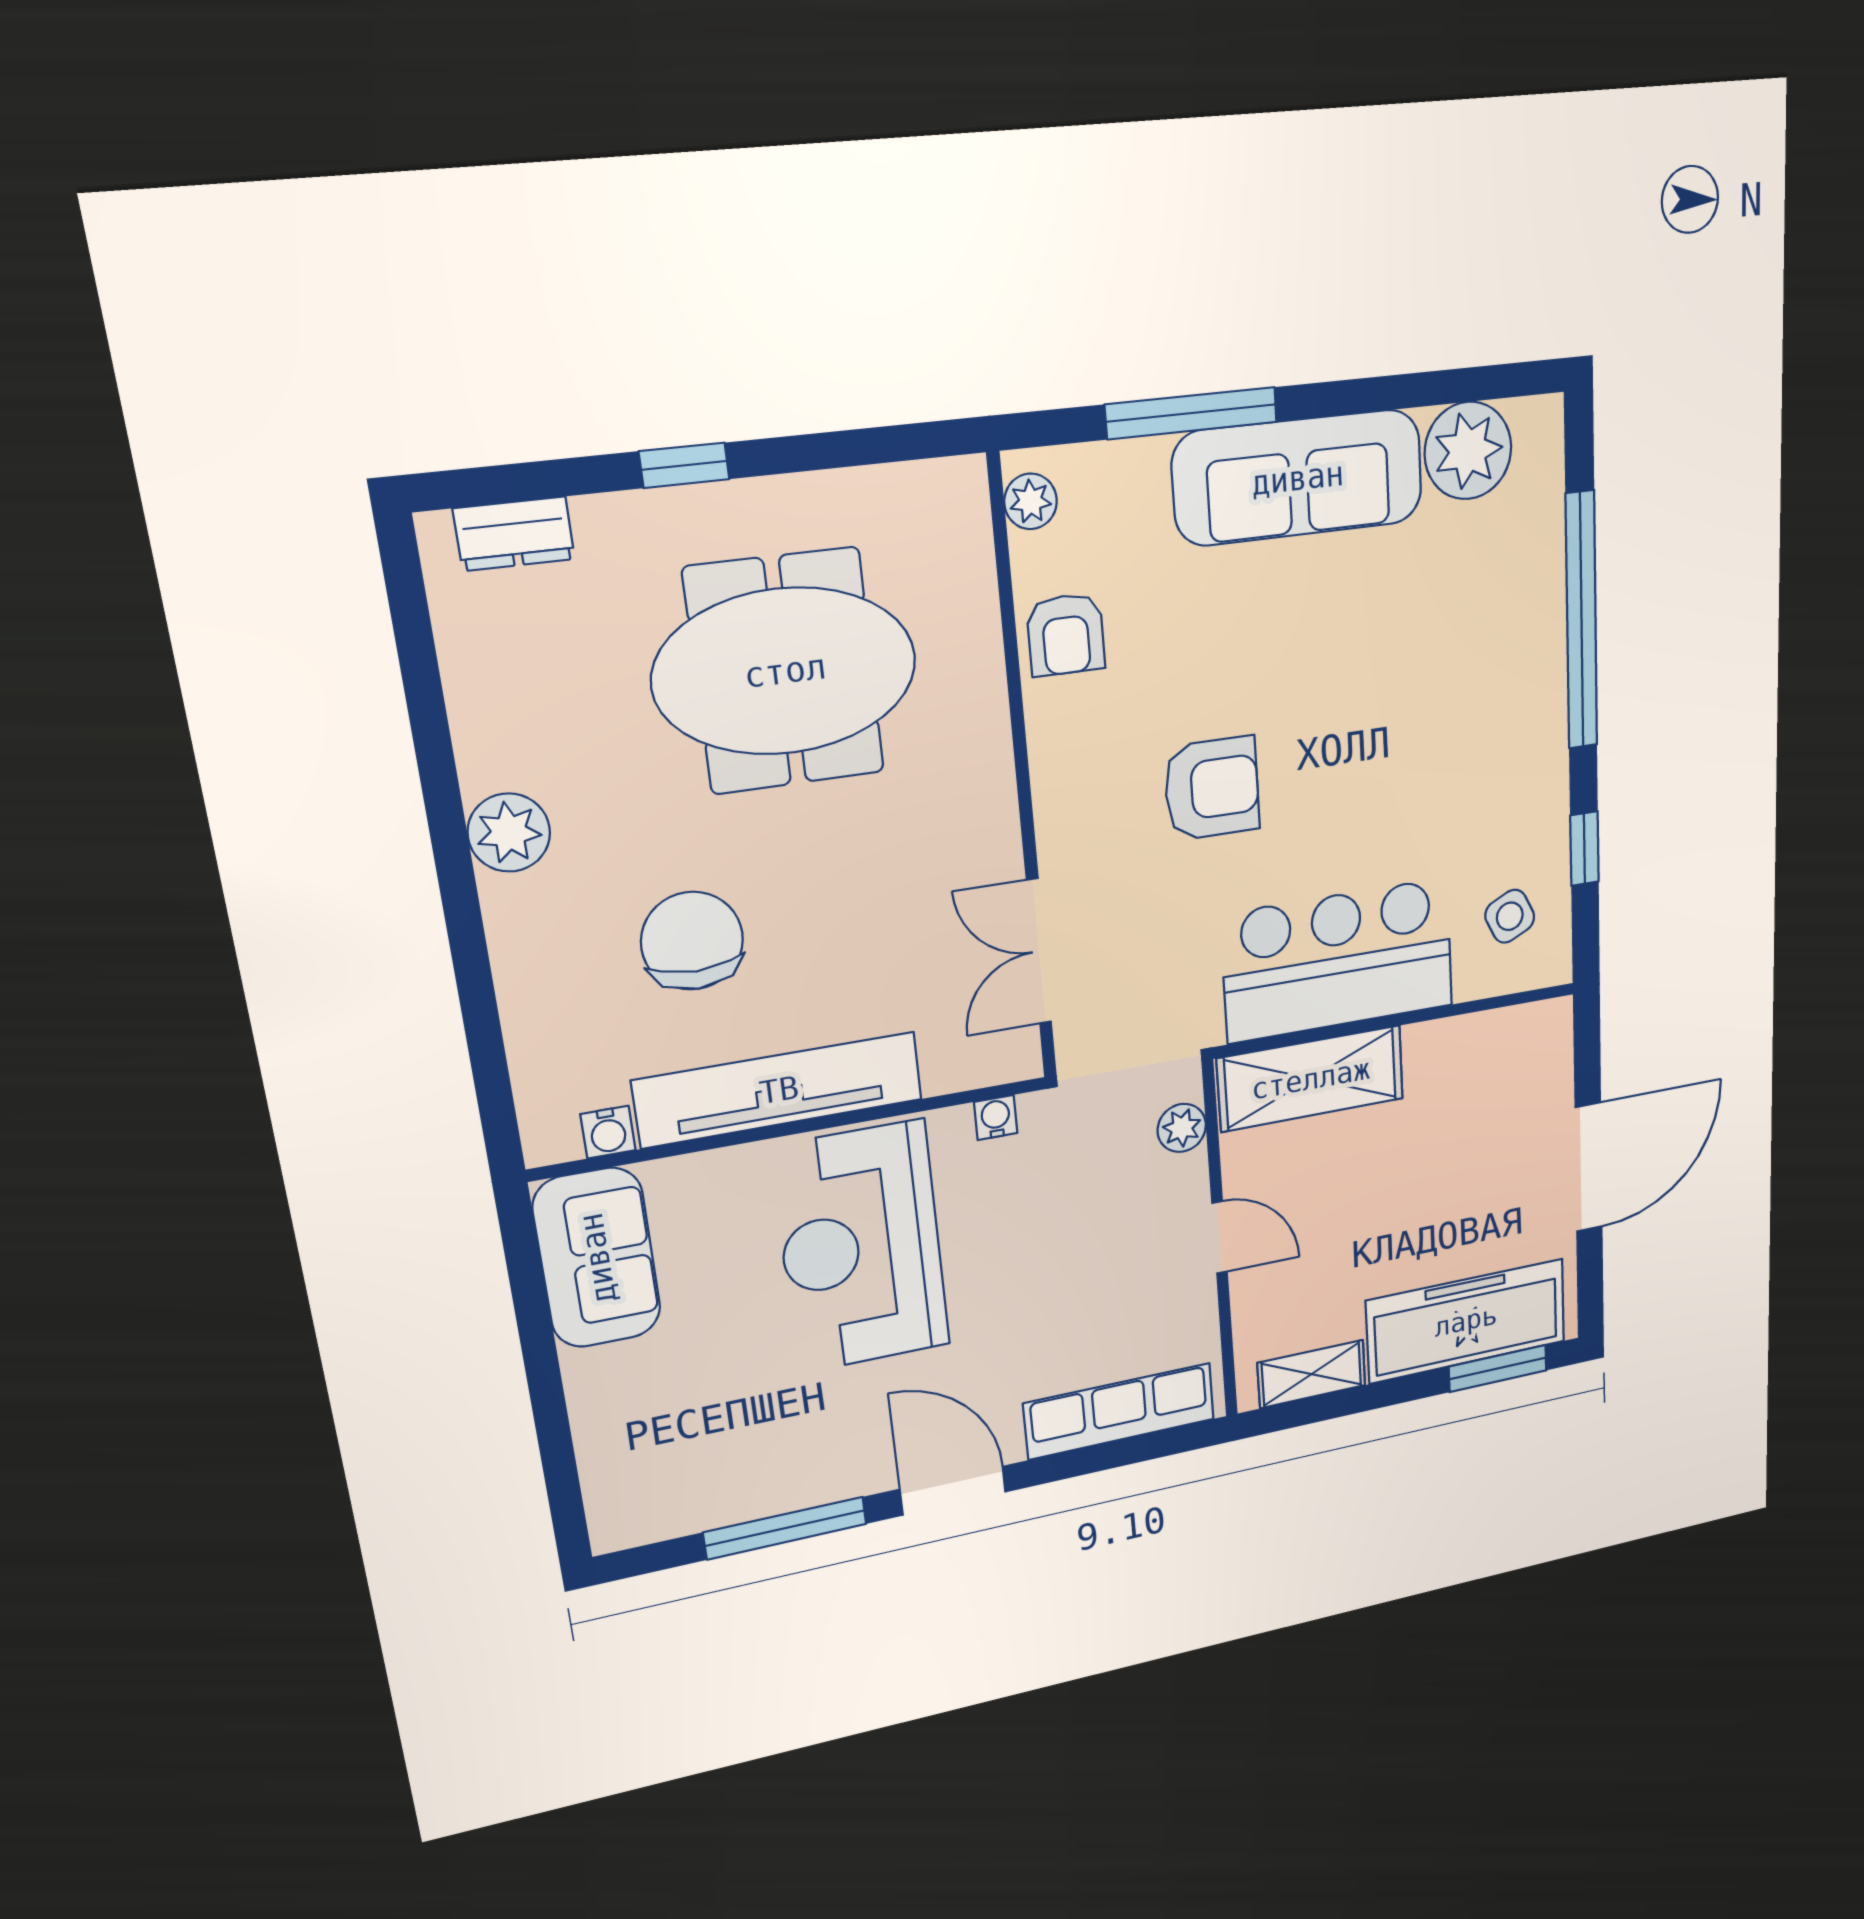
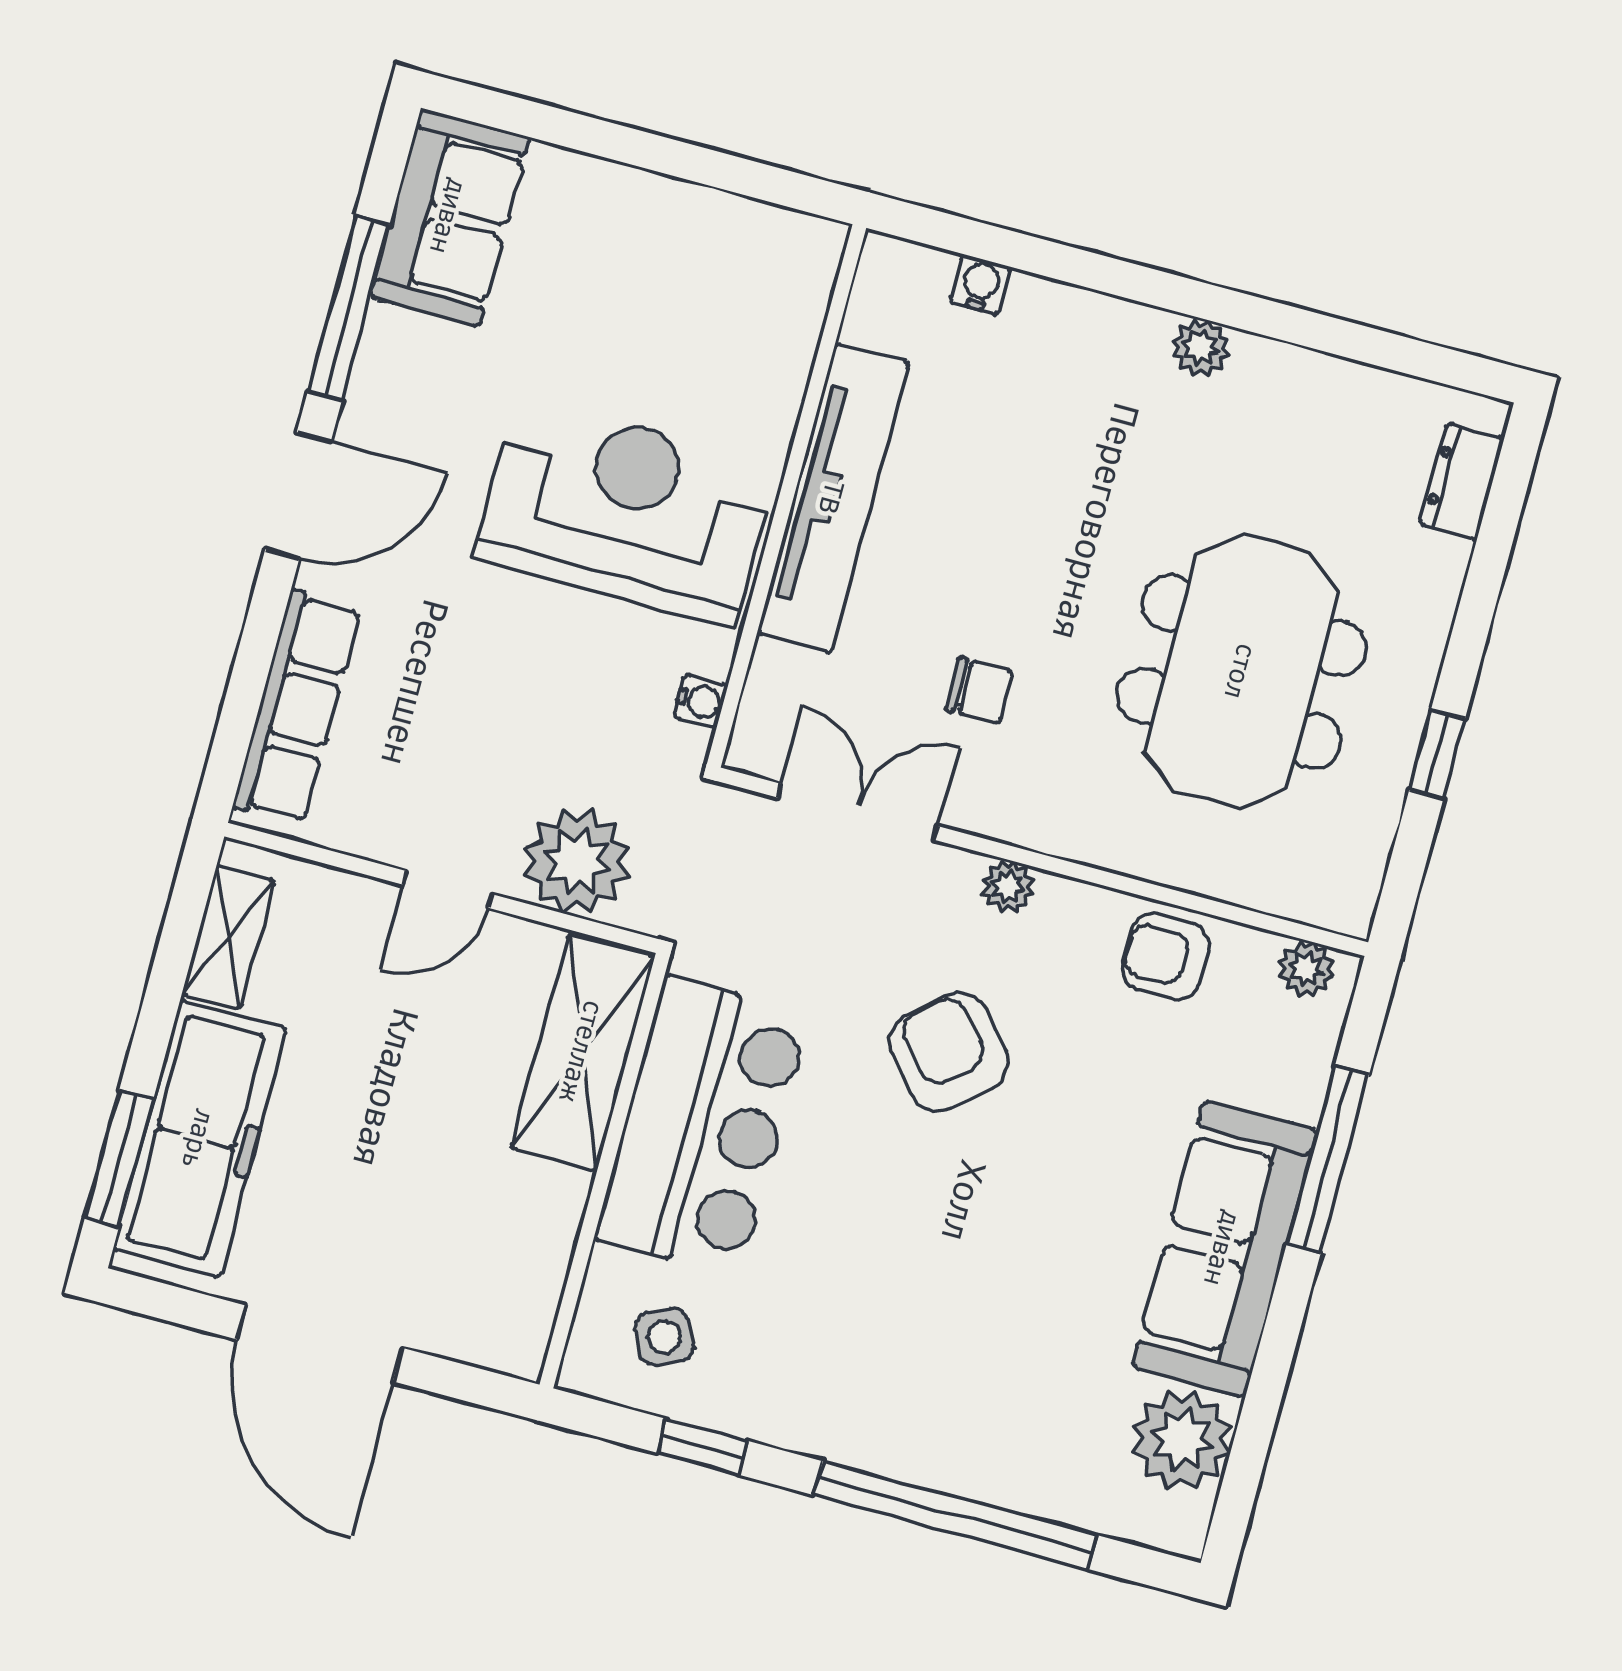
window: (684, 465) -> (1437, 754), moved
armchair: (1212, 788) -> (948, 1052), turned 139
plant: (1055, 798) -> (1008, 887), added
plant: (509, 833) -> (1201, 348), width x0.73, depth x0.73
chair: (692, 941) -> (979, 691), moved, width x0.54, depth x0.54
plant: (1182, 1128) -> (577, 861), width x1.87, depth x1.87
water cooler: (608, 1132) -> (981, 285), moved, turned 90
sofa: (597, 1258) -> (450, 217), moved, turned -90

